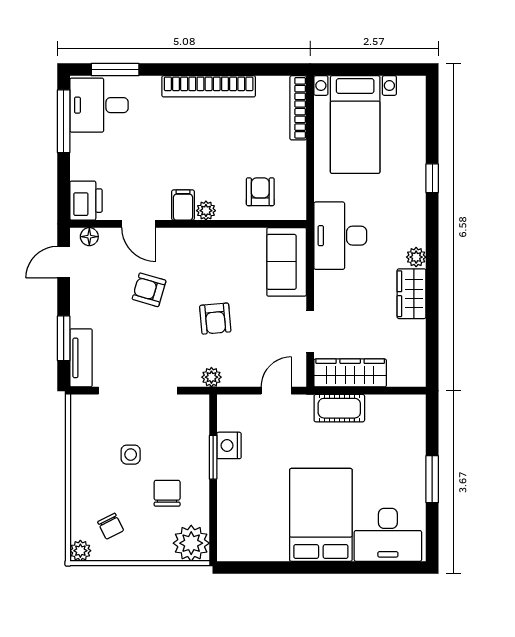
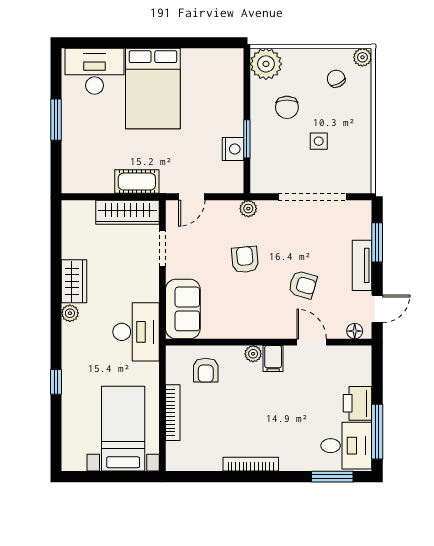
bookcase: (209, 86) -> (251, 464), width x0.68, depth x0.76
bookcase: (298, 108) -> (173, 413), moved
printer: (86, 201) -> (358, 403), moved
tv unit: (81, 358) -> (362, 265), moved

